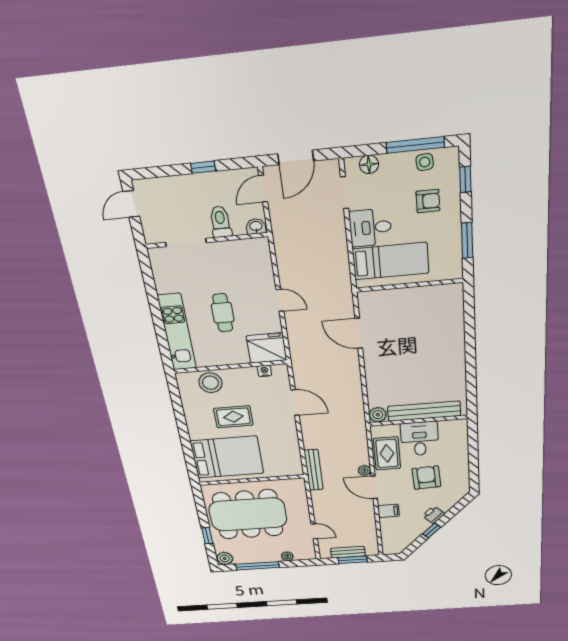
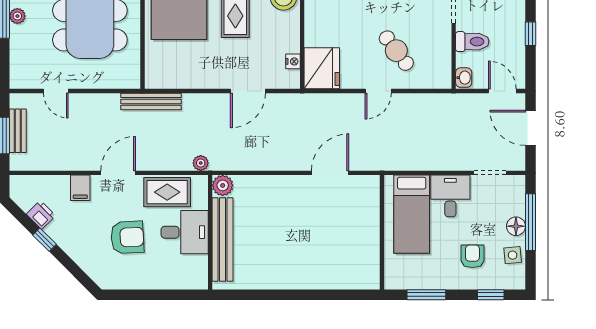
window: (415, 145) -> (530, 222), moved
floor lamp: (369, 164) -> (516, 226), moved
armchair: (428, 201) -> (472, 256), turned 180
cafe table: (223, 313) -> (396, 51), moved, turned 53
plant: (364, 470) -> (201, 163), moved
printer: (433, 515) -> (41, 215), moved
door: (314, 531) -> (56, 91), hinge flipped
plant: (287, 556) -> (17, 16), moved

